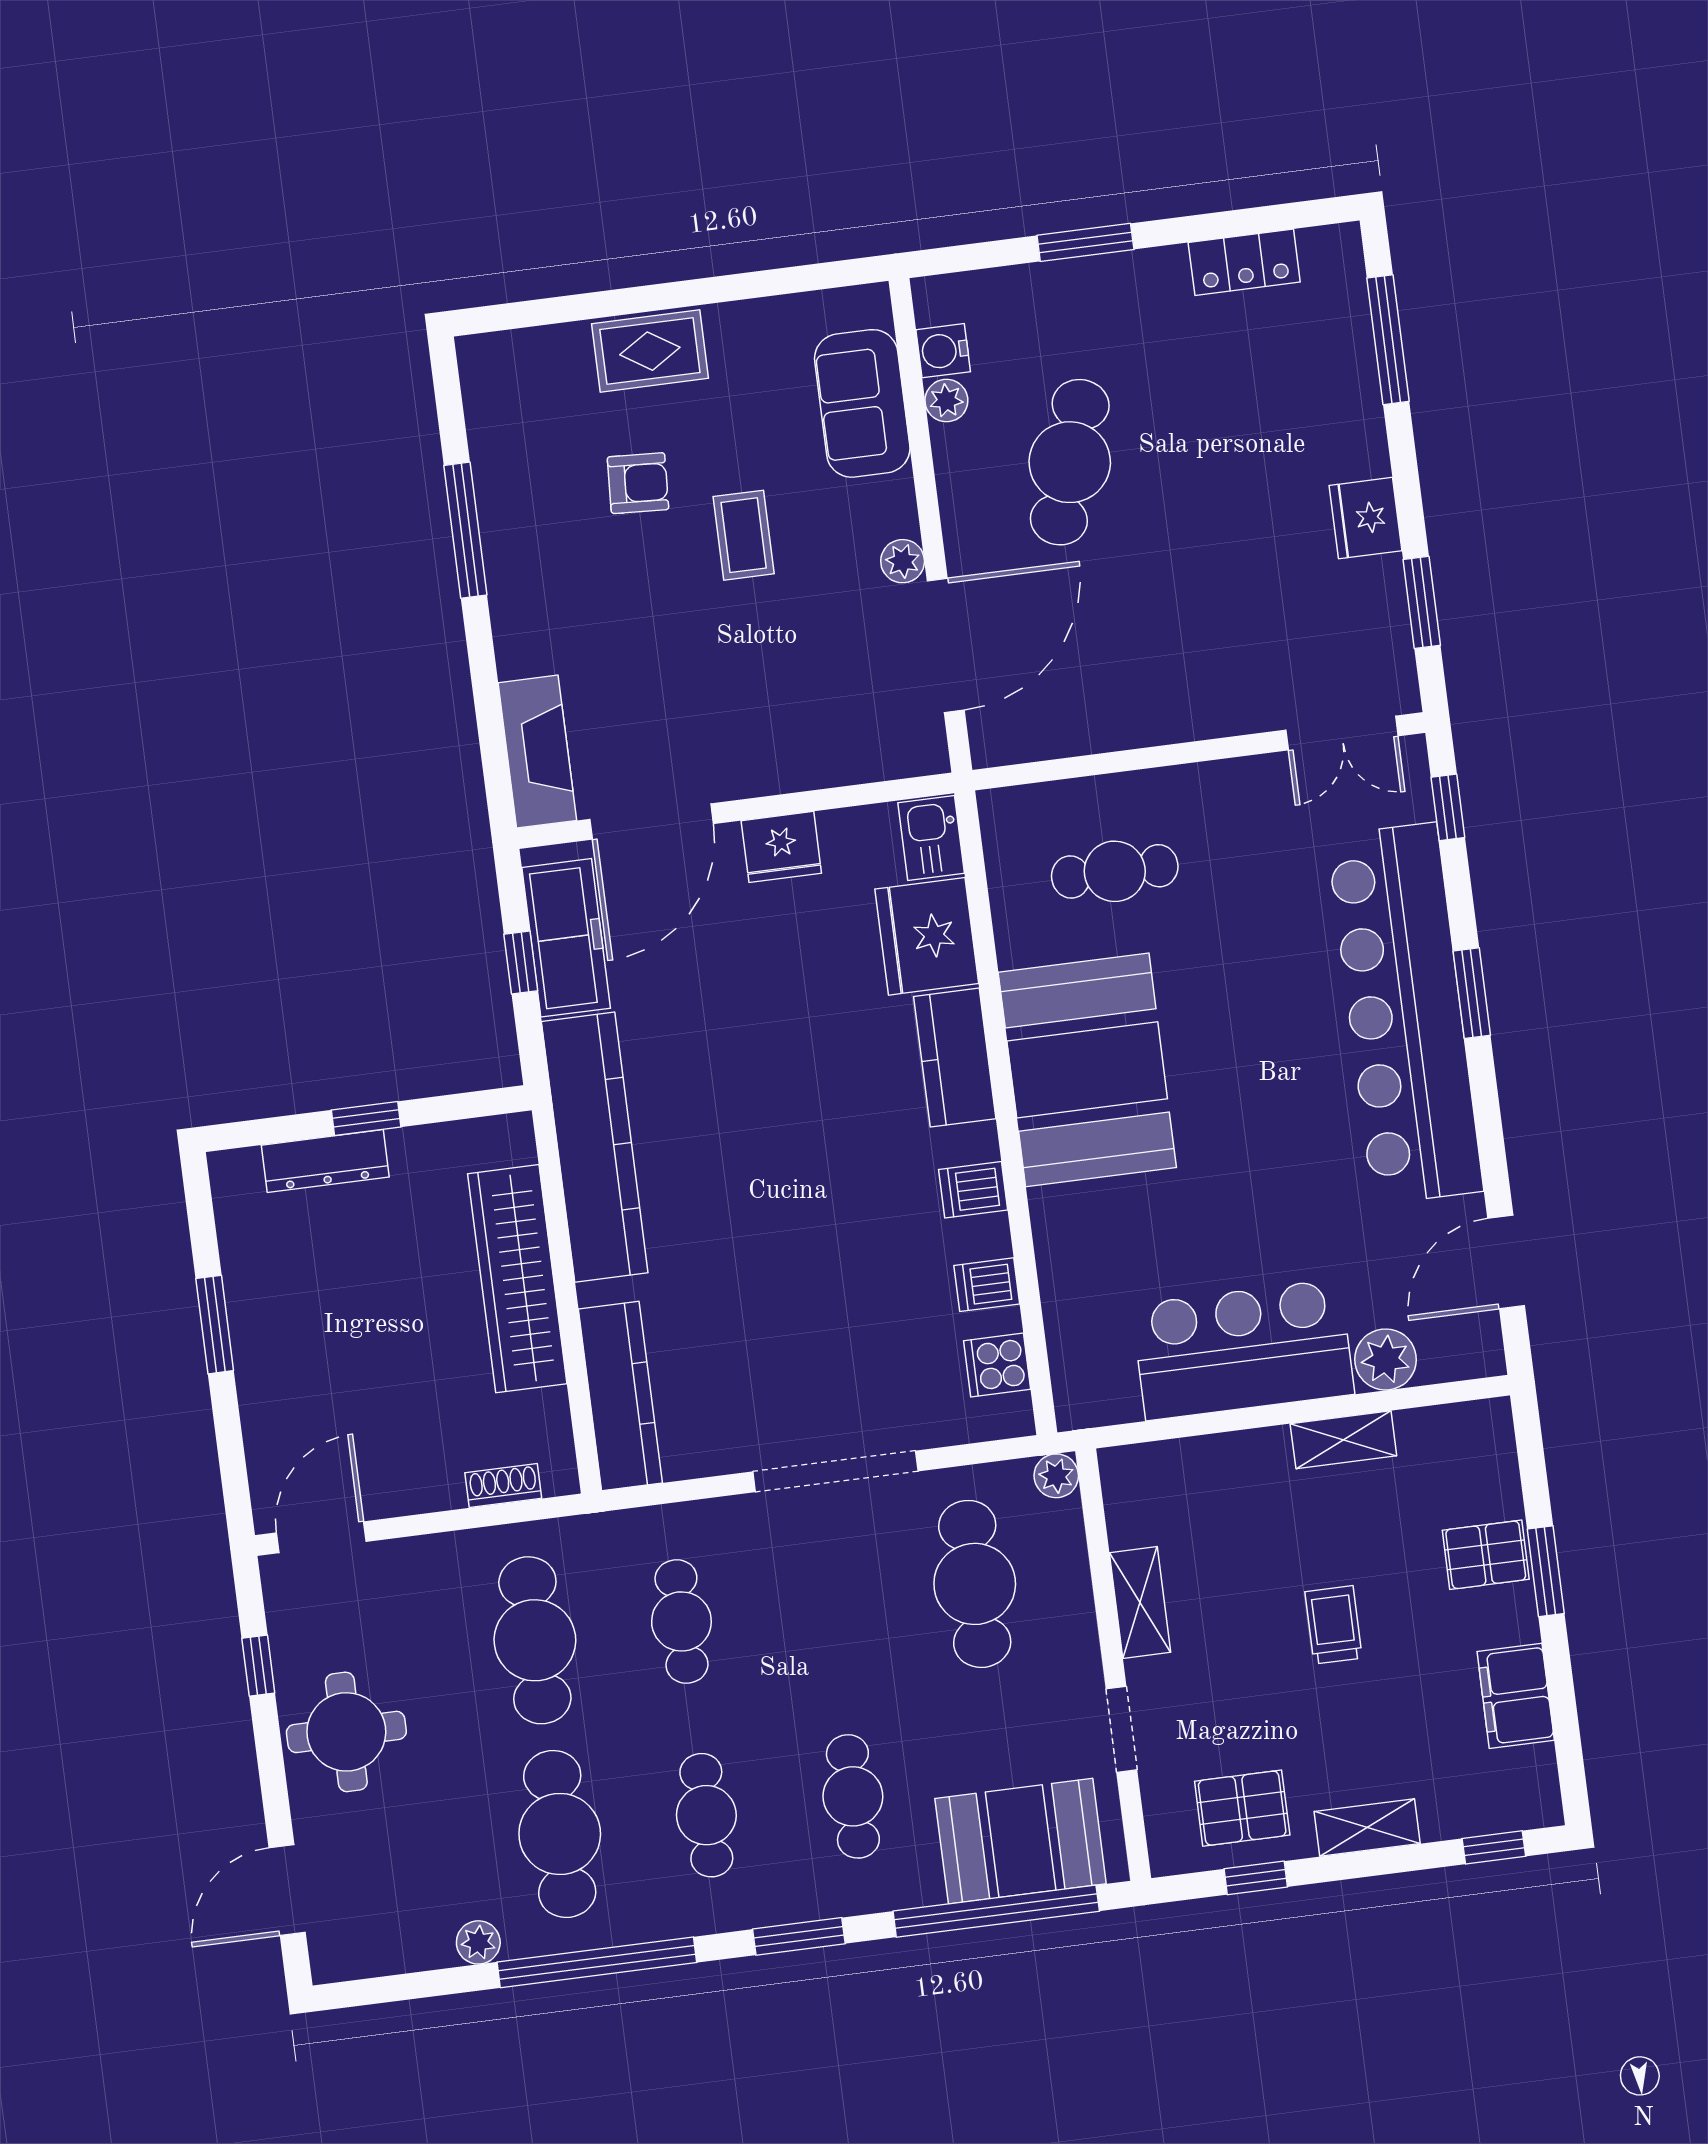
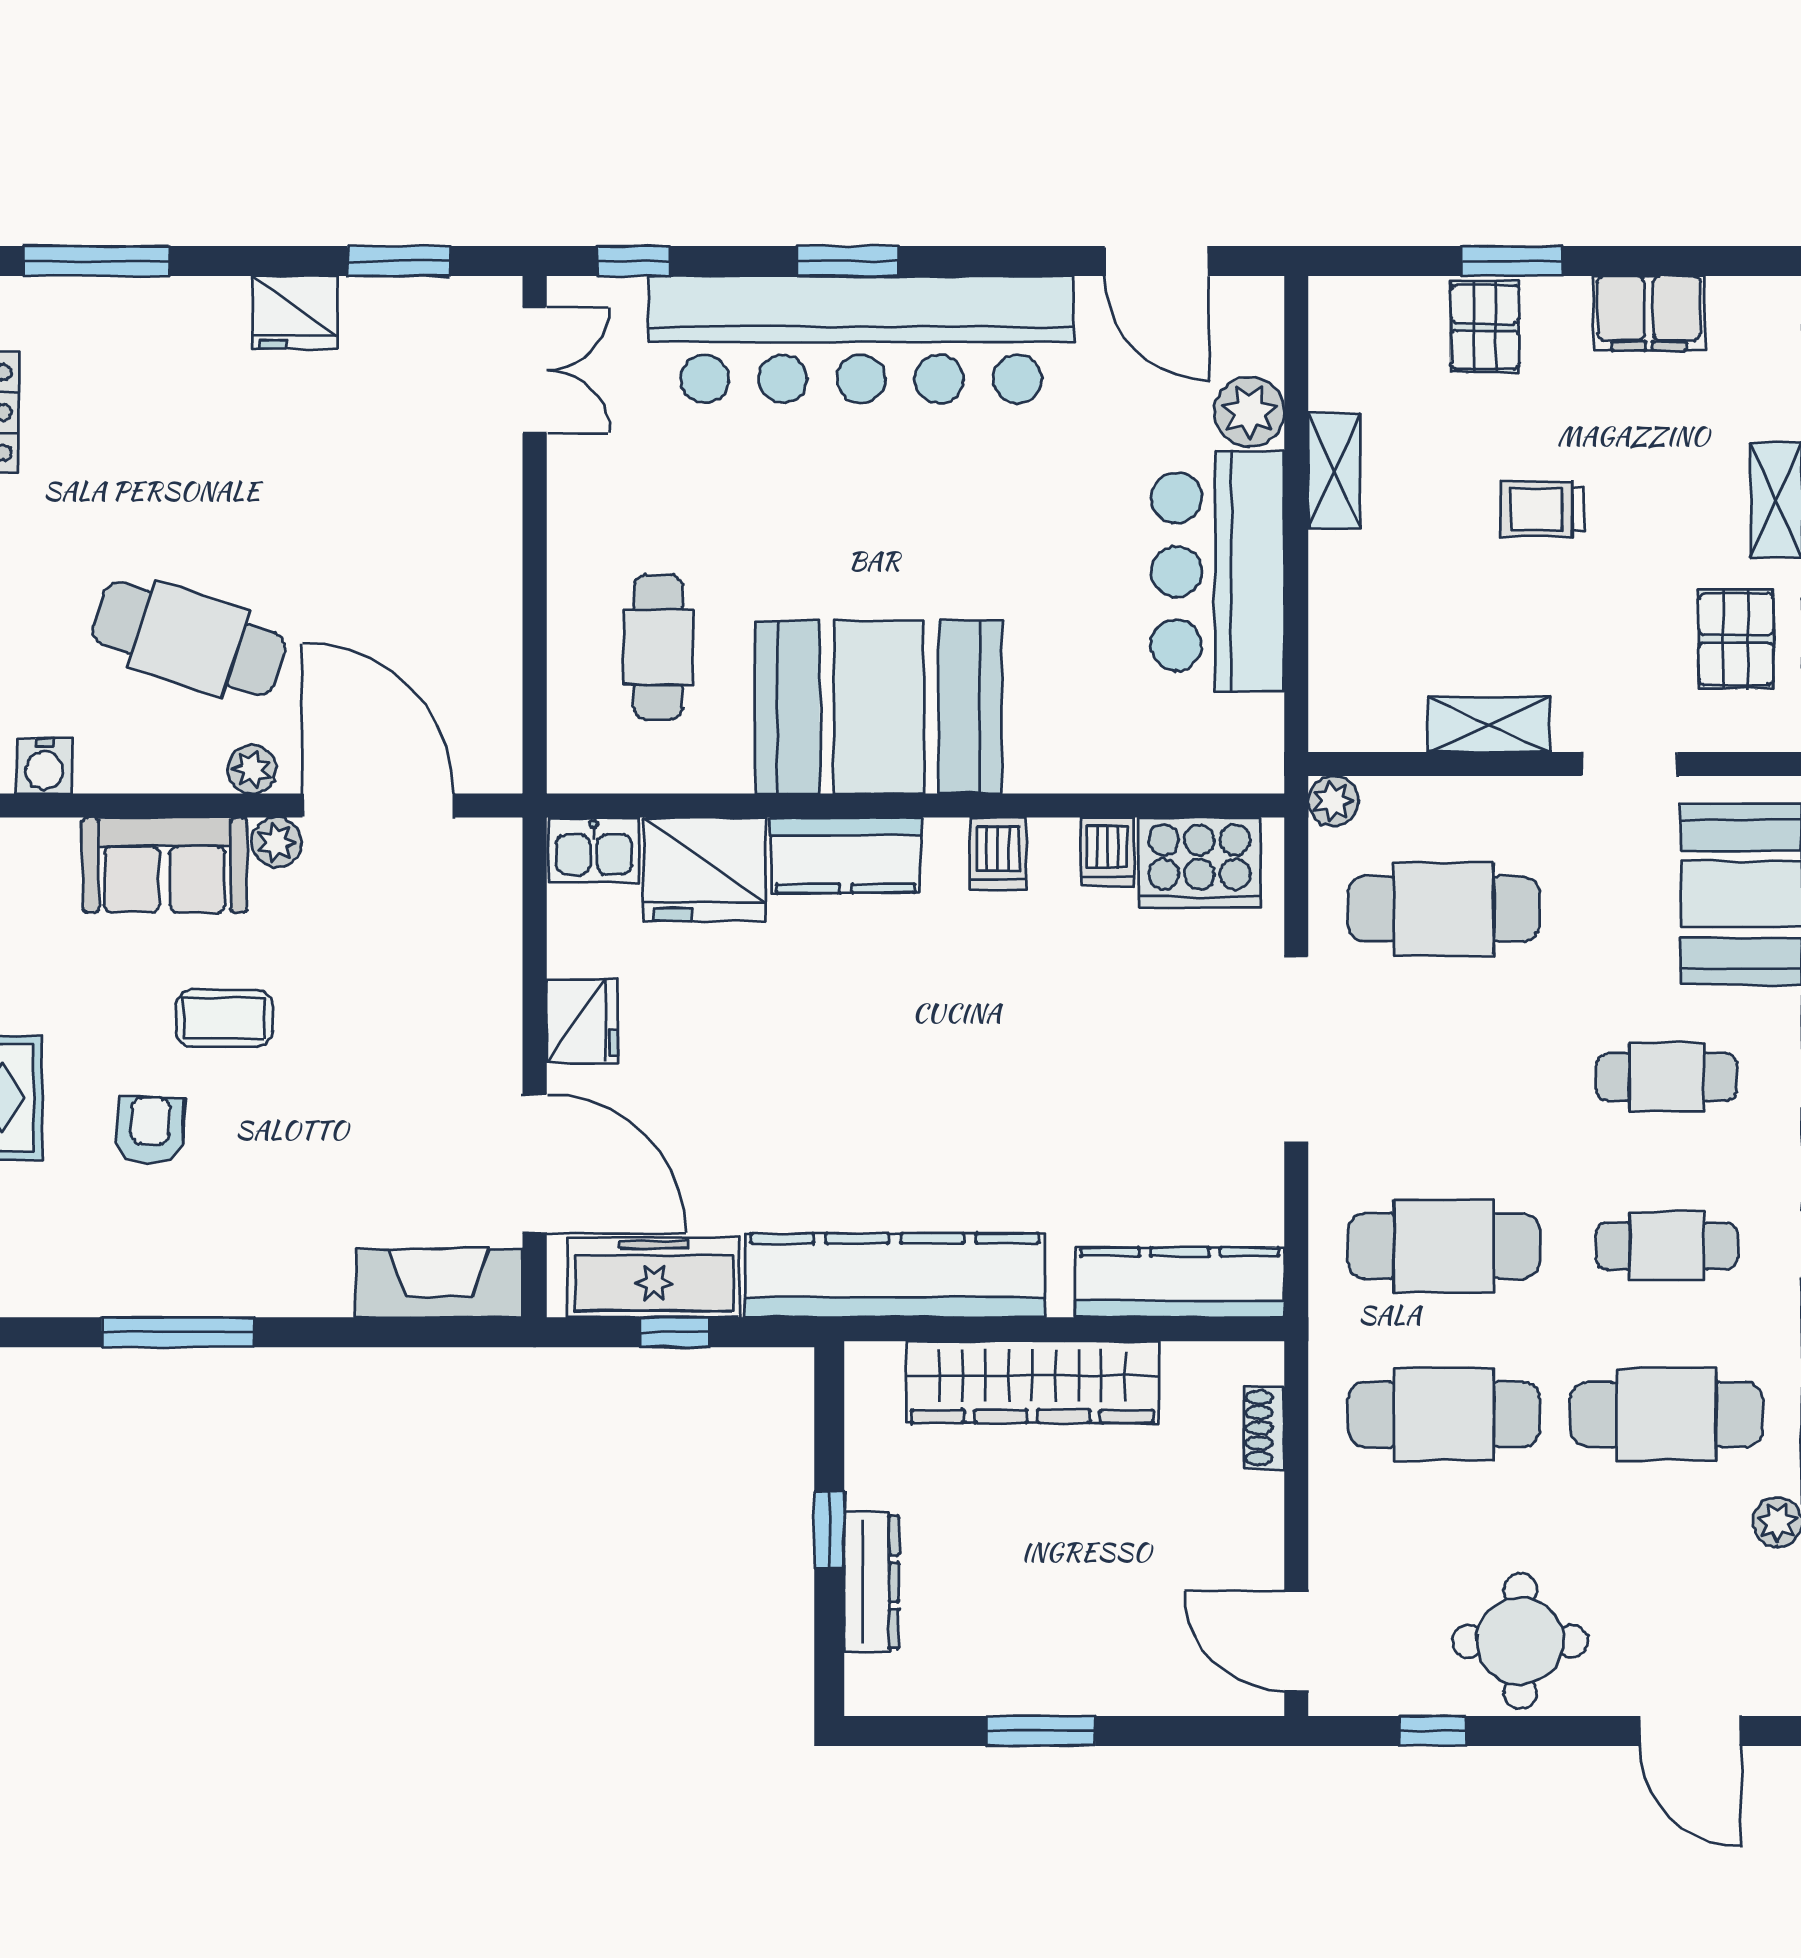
plant: (946, 401) -> (252, 769), moved
sofa: (862, 403) -> (165, 865), moved
cooker: (997, 1365) -> (1199, 862), width x1.87, depth x1.31
cafe table: (681, 1621) -> (1444, 1246), width x1.37, depth x1.35

